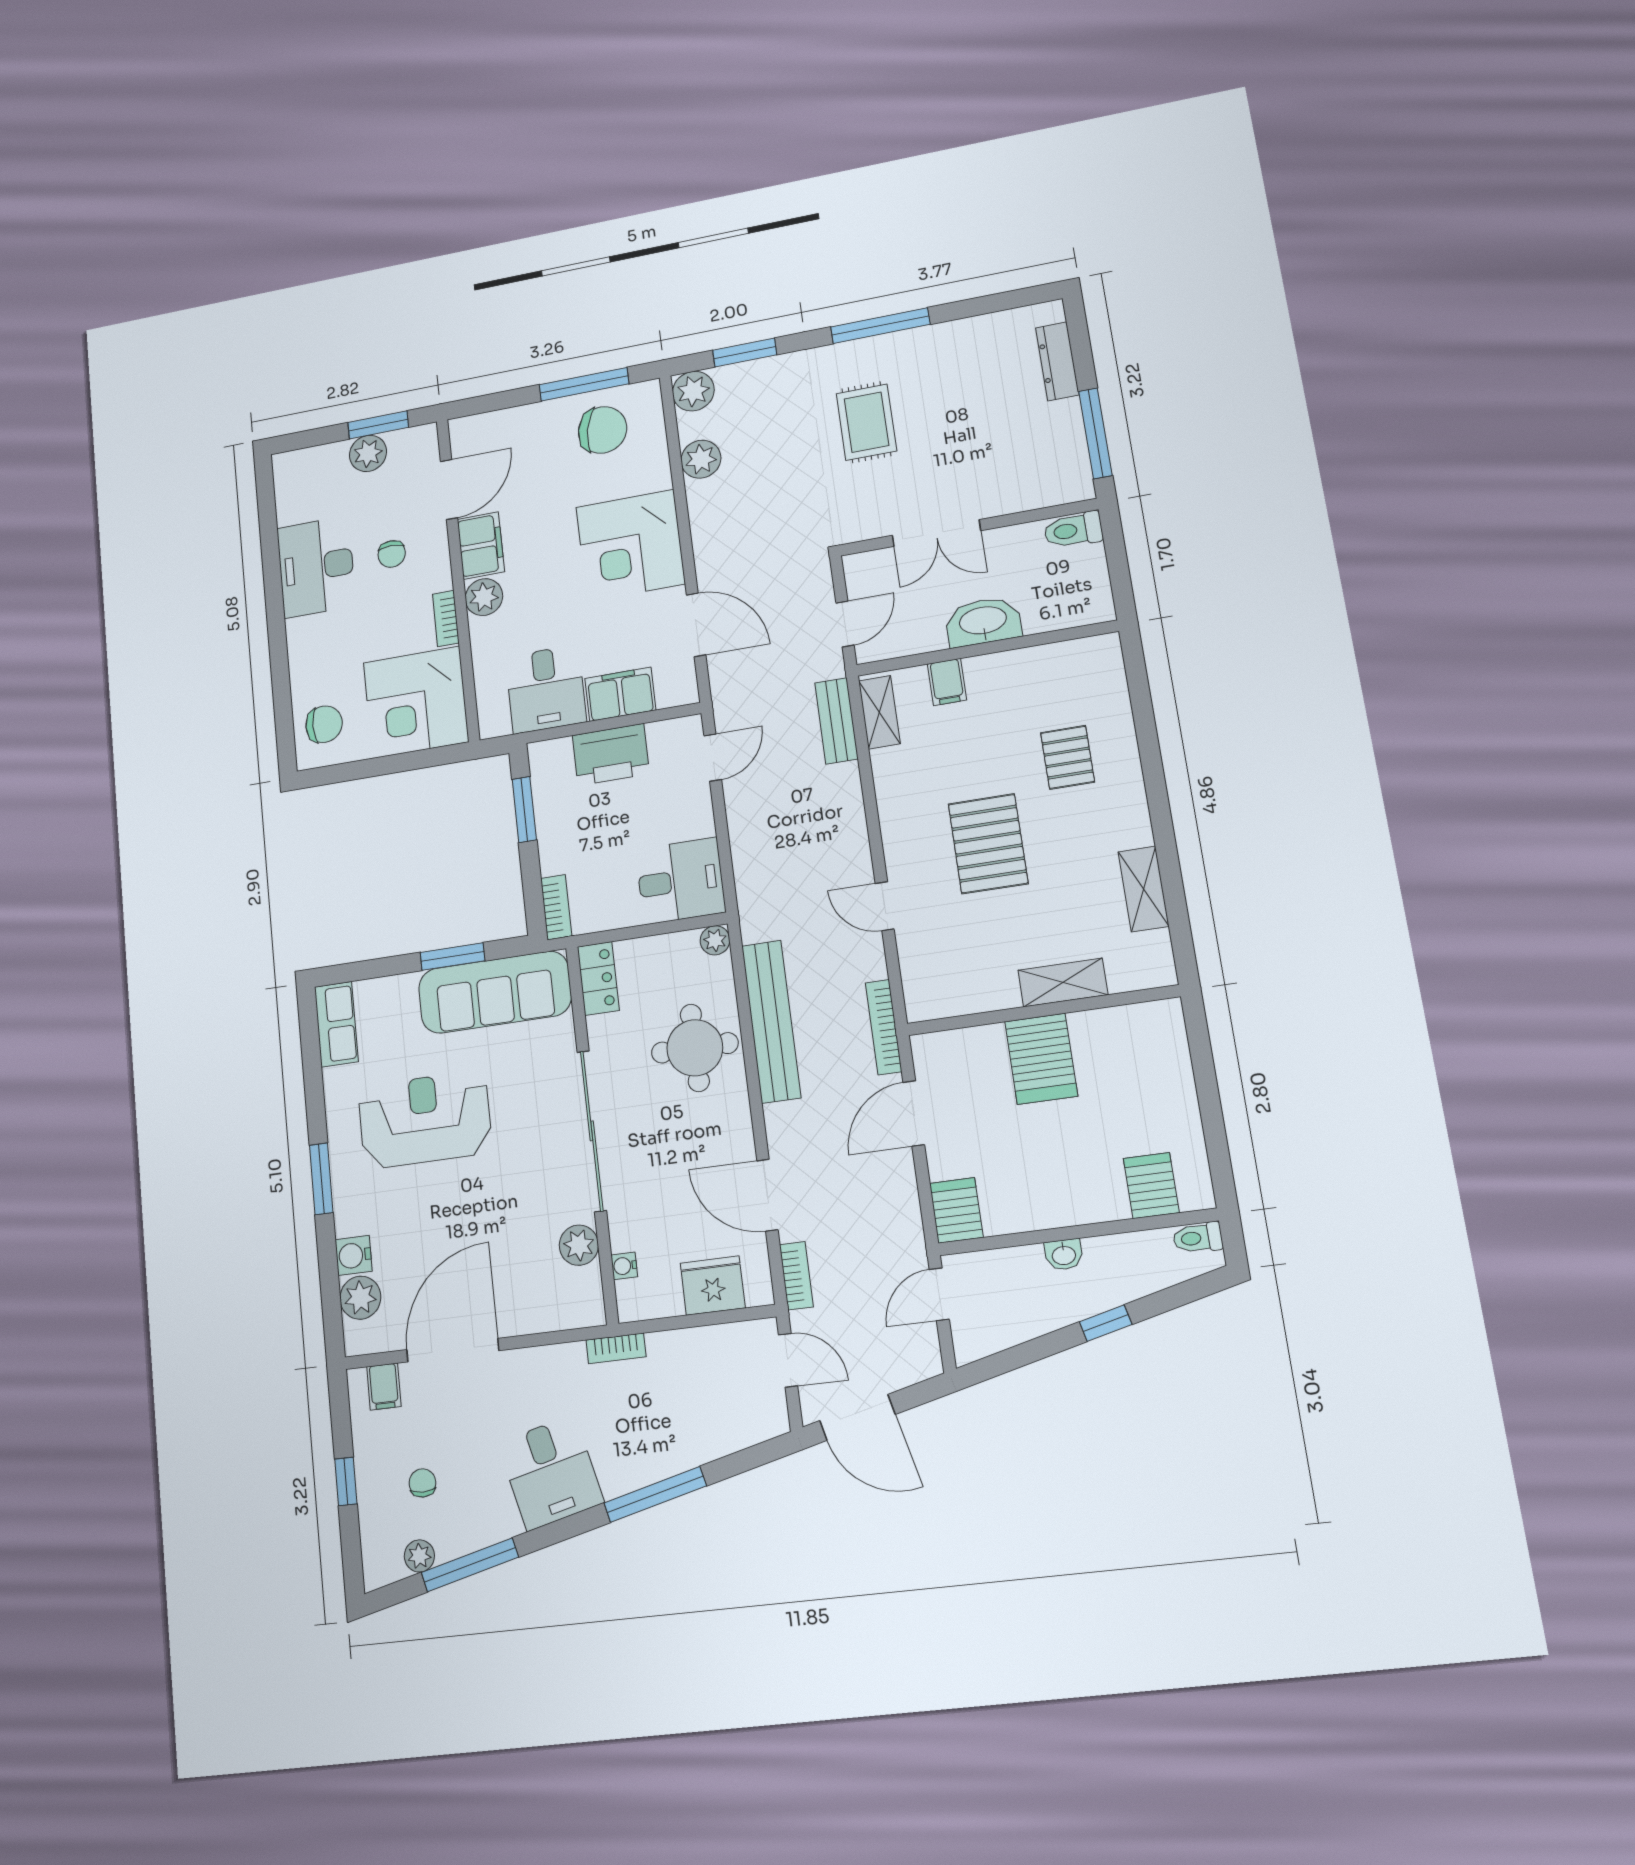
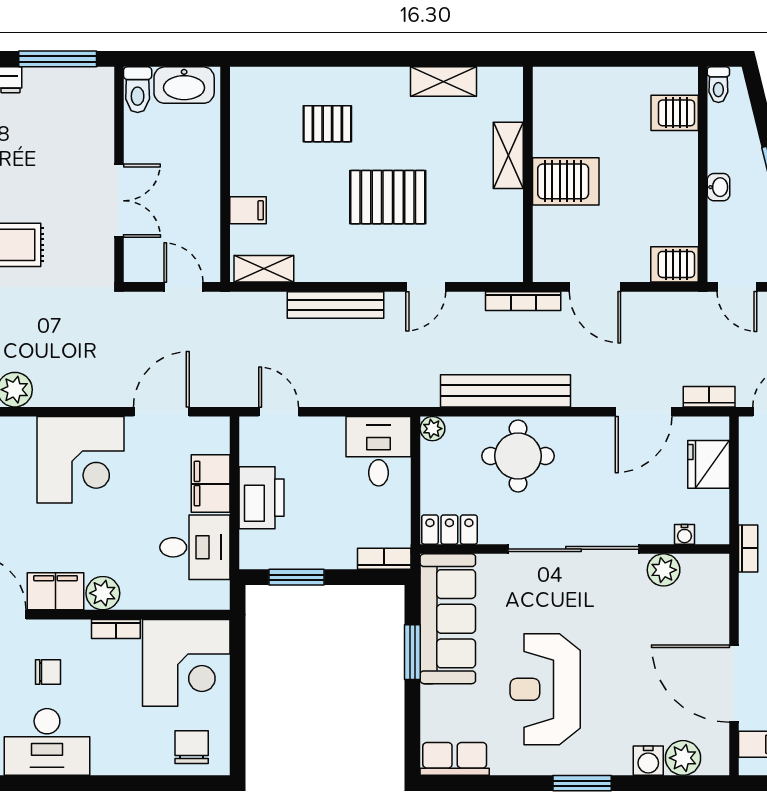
washbasin: (983, 622) -> (184, 85), moved, turned -90
bench: (836, 721) -> (335, 305), moved, width x1.36

